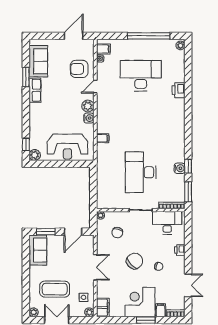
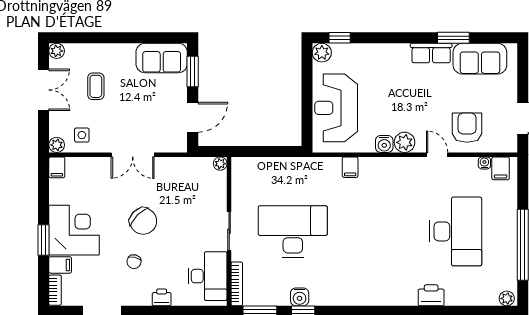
door: (73, 232) -> (193, 117), swing flipped
chair: (117, 233) -> (191, 192), removed
coffee table: (55, 289) -> (96, 86), width x0.54, depth x0.58
filing cabinet: (103, 308) -> (57, 167), width x0.50

